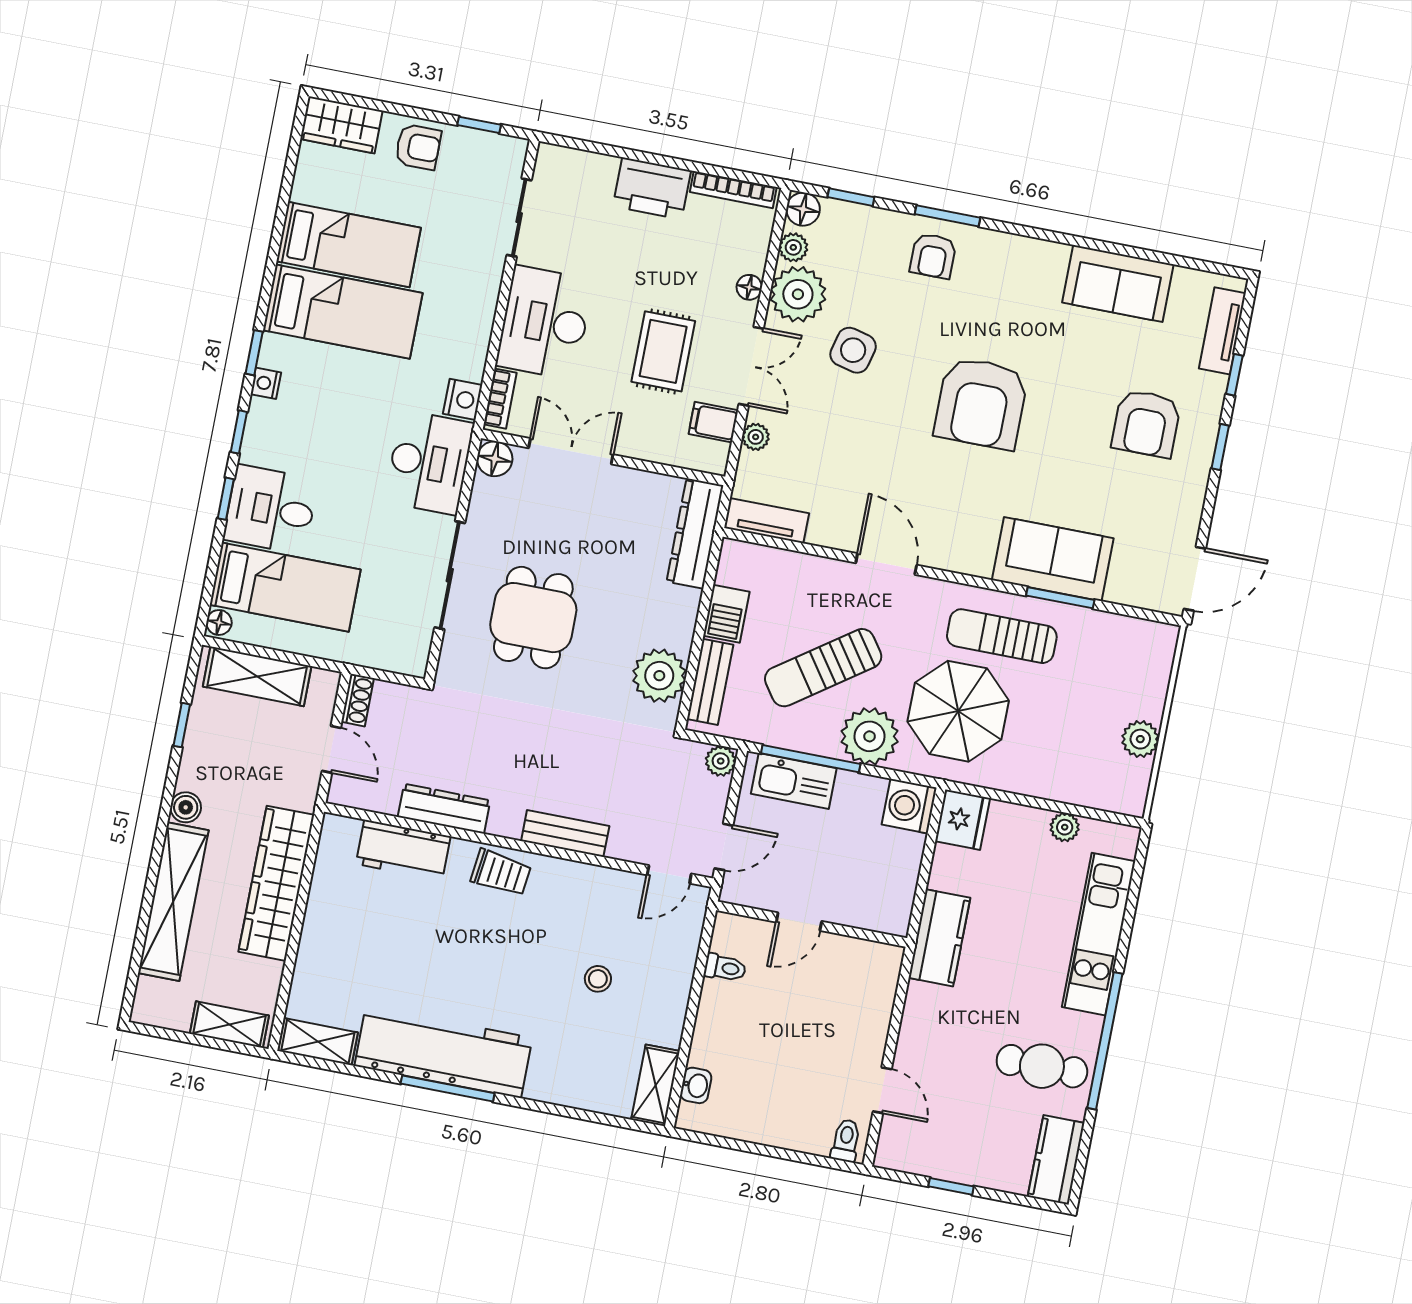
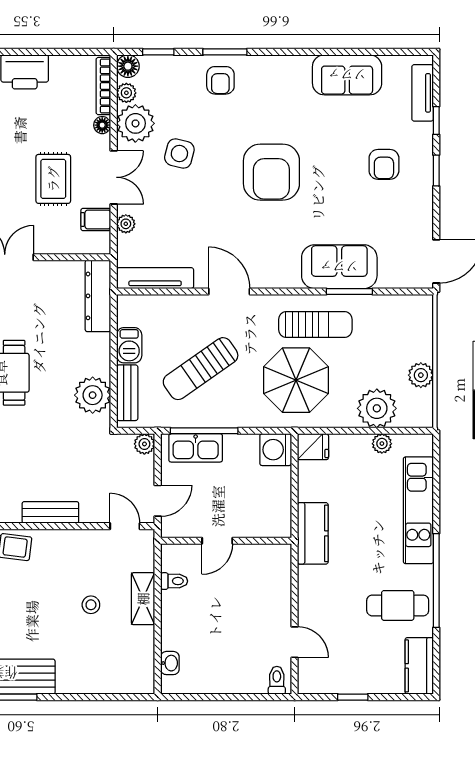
bookcase: (733, 190) -> (103, 86), moved, turned 90
armchair: (1146, 423) -> (384, 164), width x0.72, depth x0.72
tv unit: (767, 521) -> (155, 278), width x1.41
sun lounger: (1002, 636) -> (315, 325), turned 180
plant: (870, 736) -> (377, 408), moved
fridge: (963, 820) -> (313, 447), width x0.72
door: (669, 874) -> (125, 526), swing flipped
shelving: (655, 1085) -> (143, 599), moved

